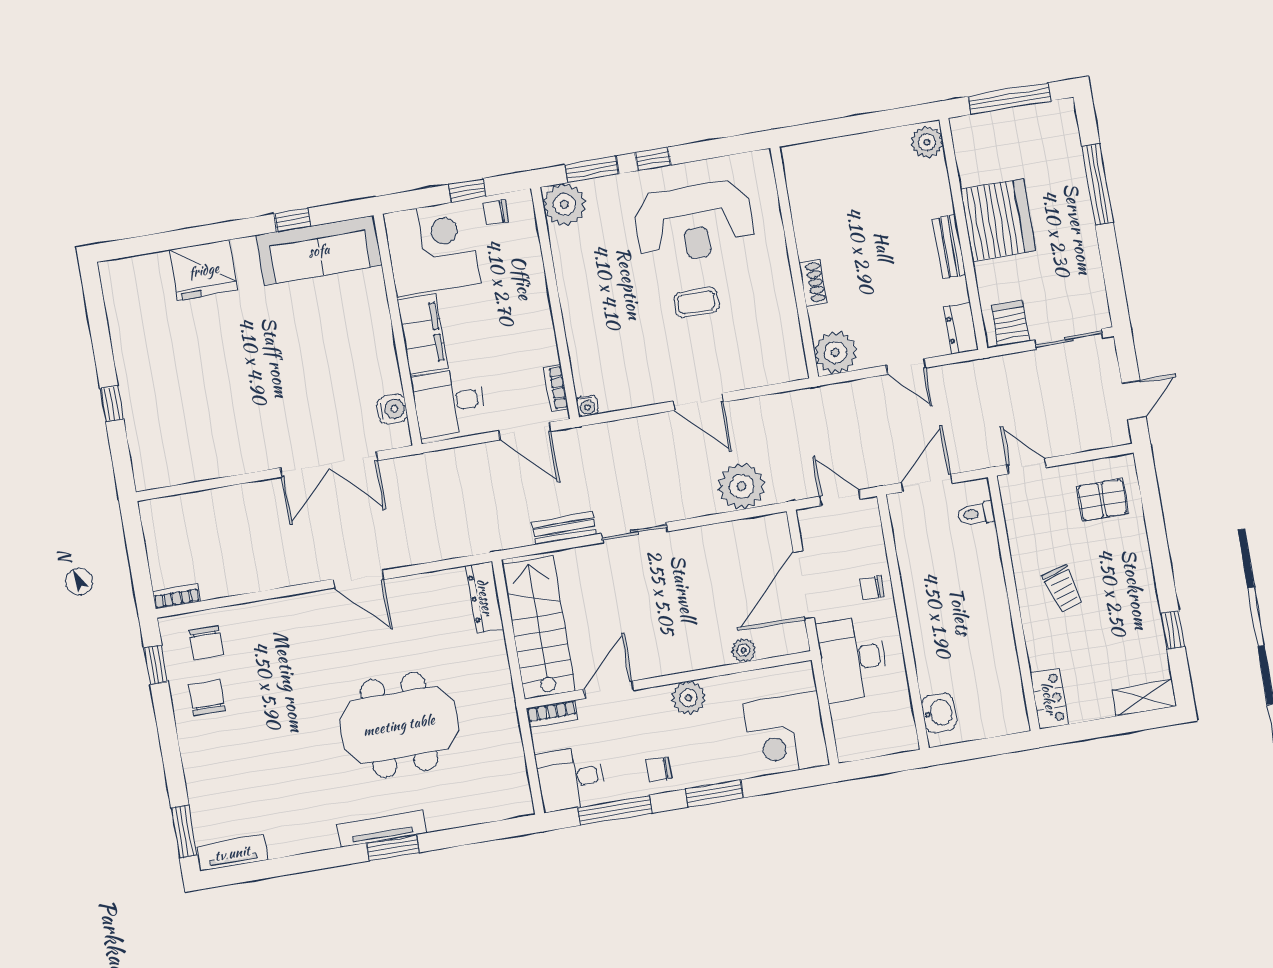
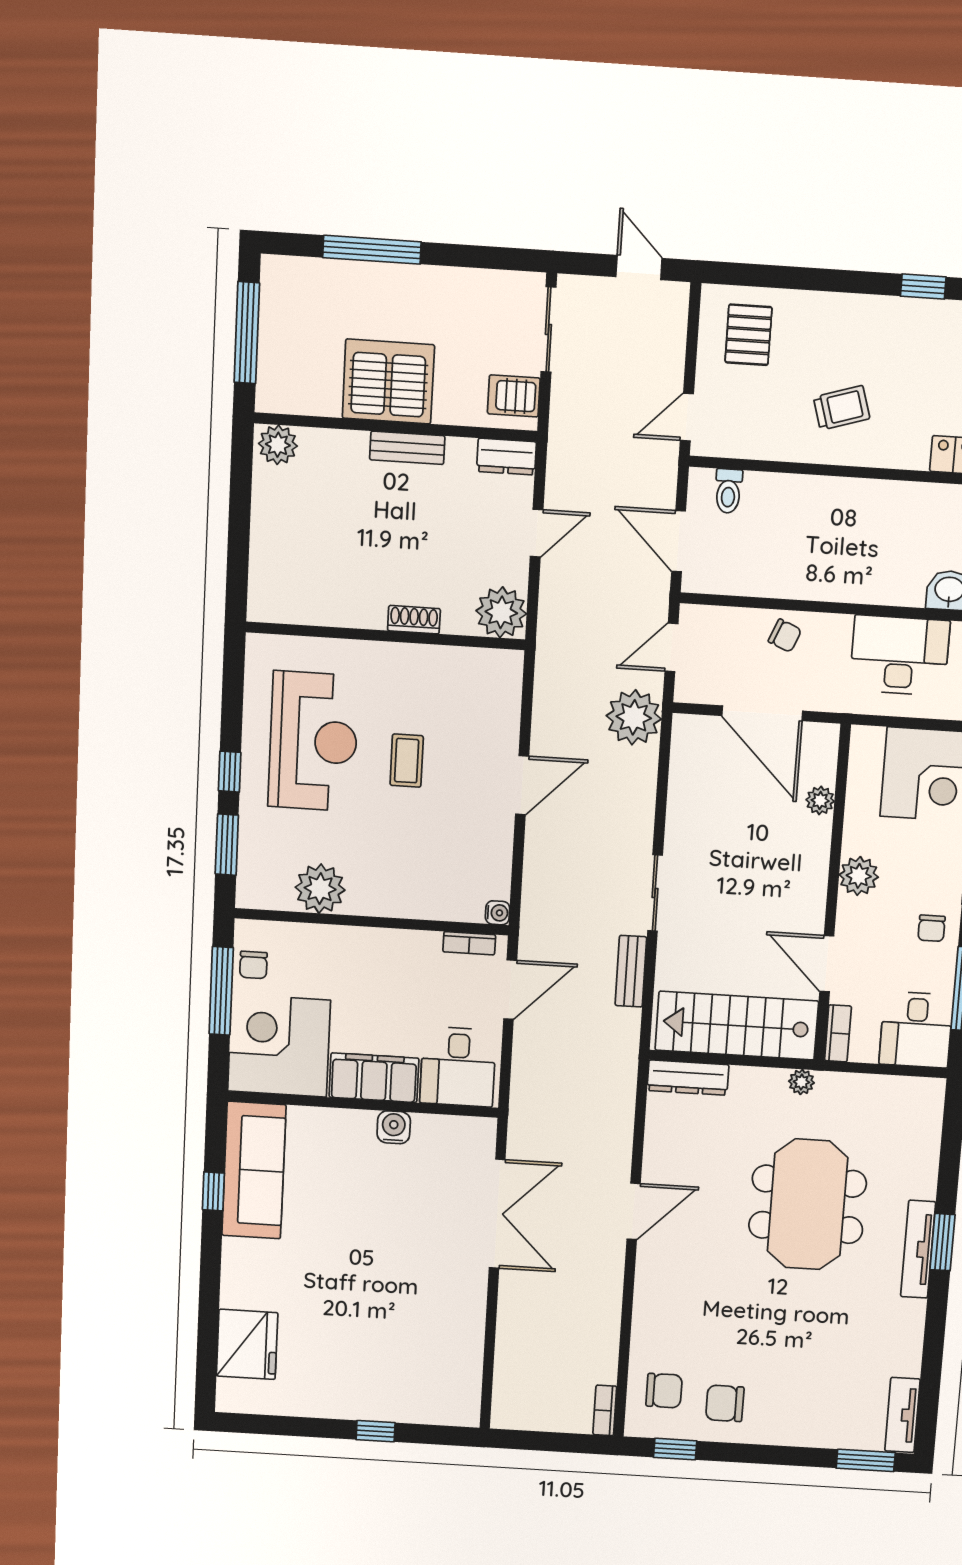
window: (467, 190) -> (221, 991), width x2.17
plant: (565, 204) -> (320, 889), moved
fridge: (204, 270) -> (247, 1344), moved
water cooler: (392, 409) -> (394, 1127), moved
plant: (742, 486) -> (634, 717), moved
chair: (871, 588) -> (785, 636), turned -67
desk: (853, 659) -> (900, 655), moved, turned 180
plant: (503, 694) -> (801, 1082), added

